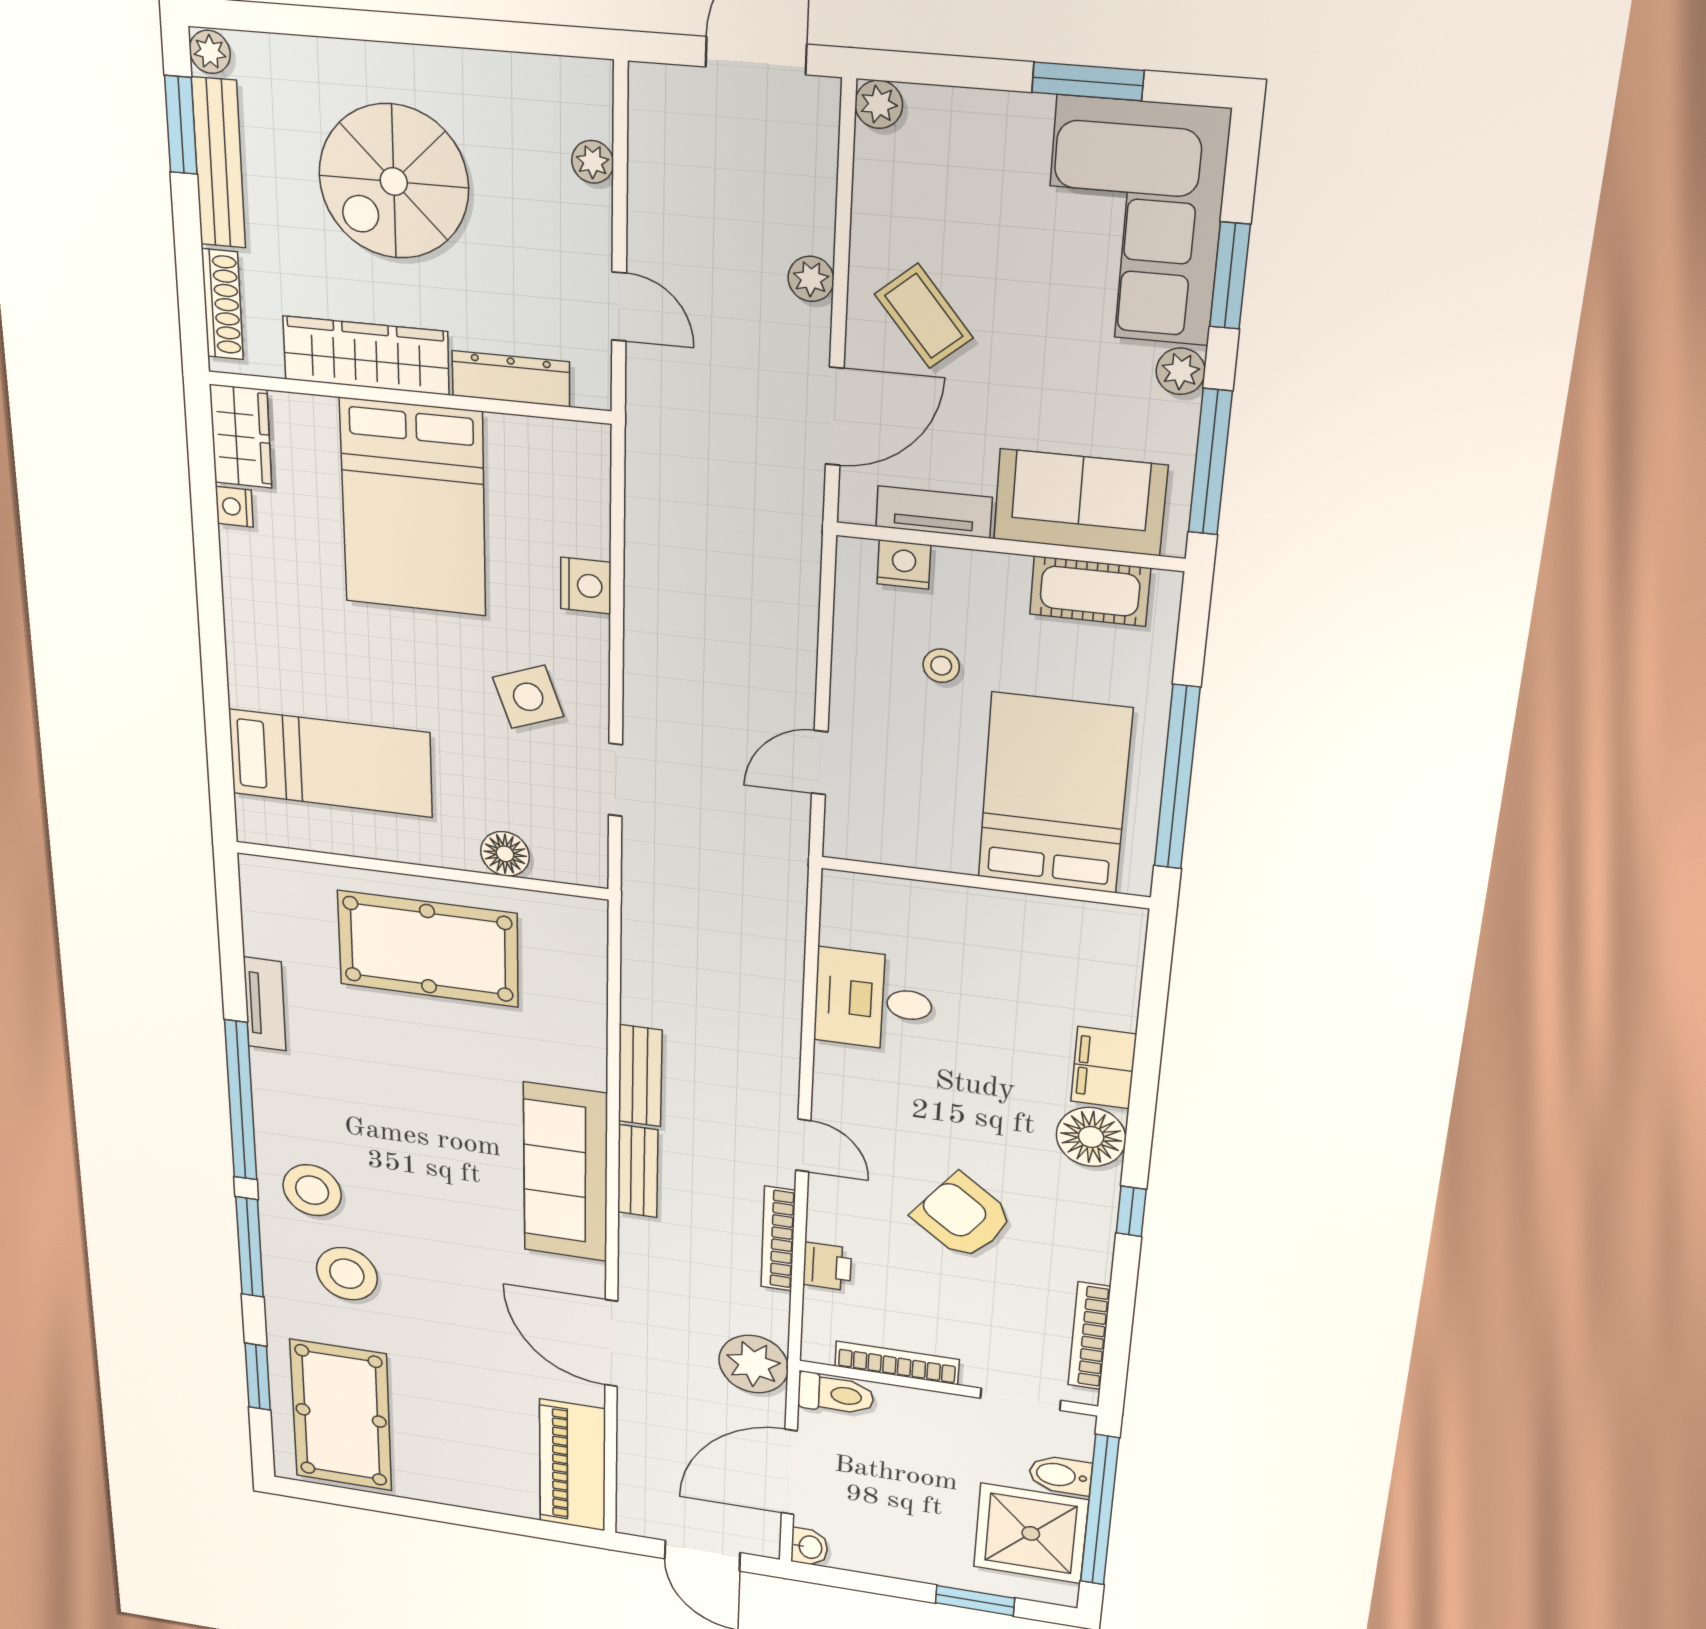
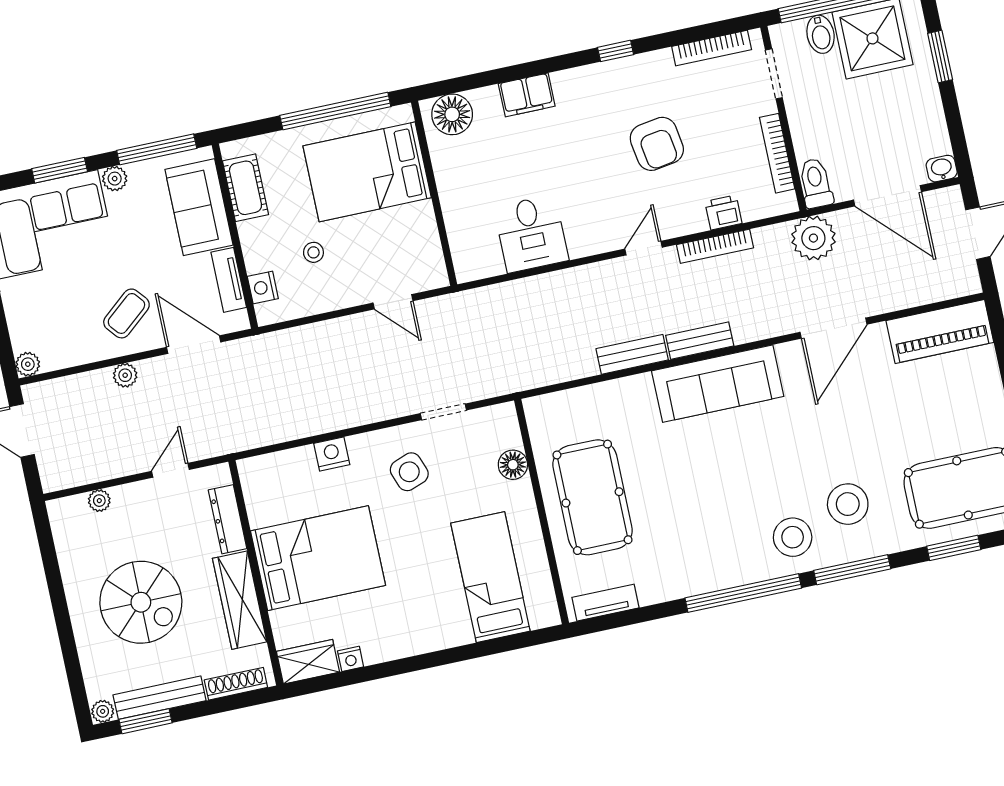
tv unit: (265, 1004) -> (605, 603), moved
floor lamp: (1091, 1137) -> (452, 114), moved
armchair: (963, 1217) -> (657, 144), turned -46

